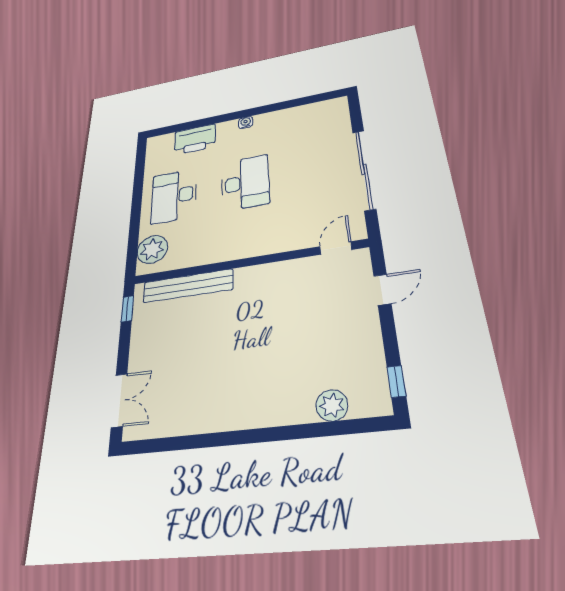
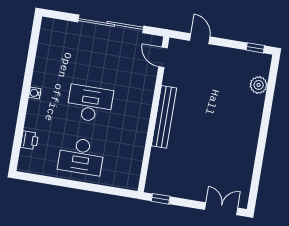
printer: (195, 139) -> (29, 140), width x0.53, depth x0.68
plant: (152, 249) -> (121, 177), removed
bench: (188, 286) -> (164, 117), moved

